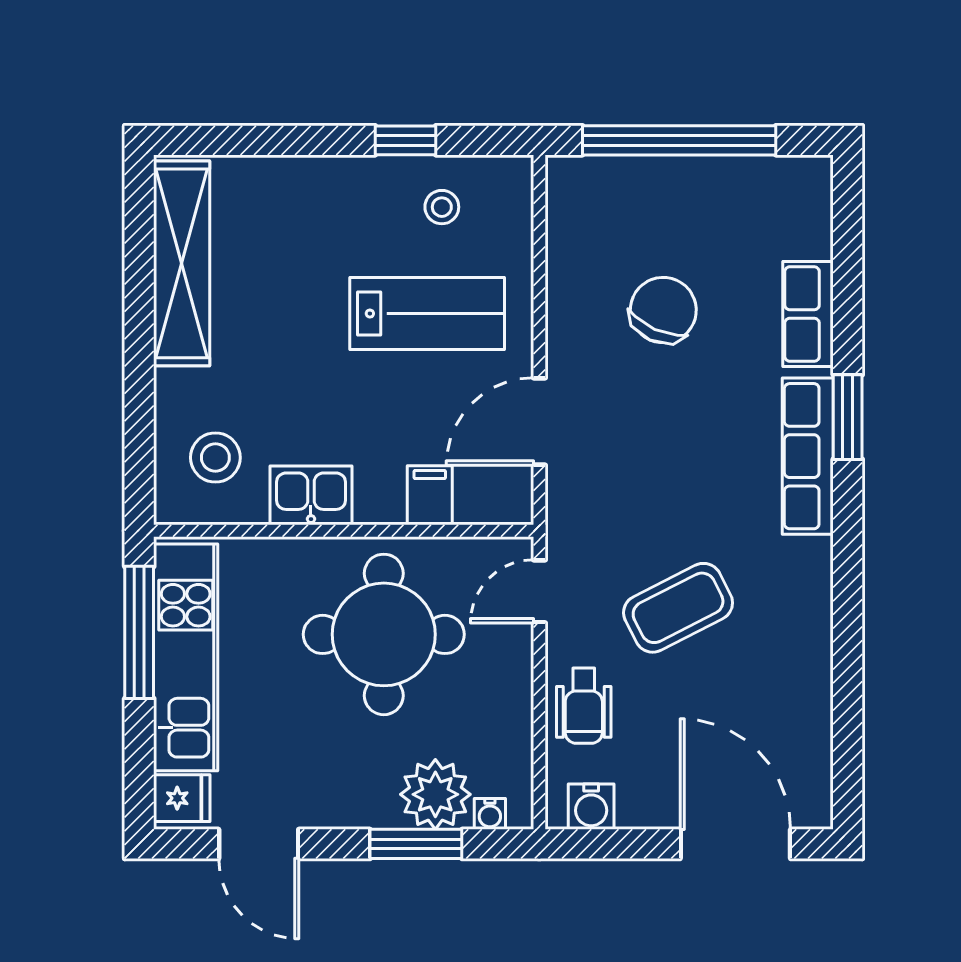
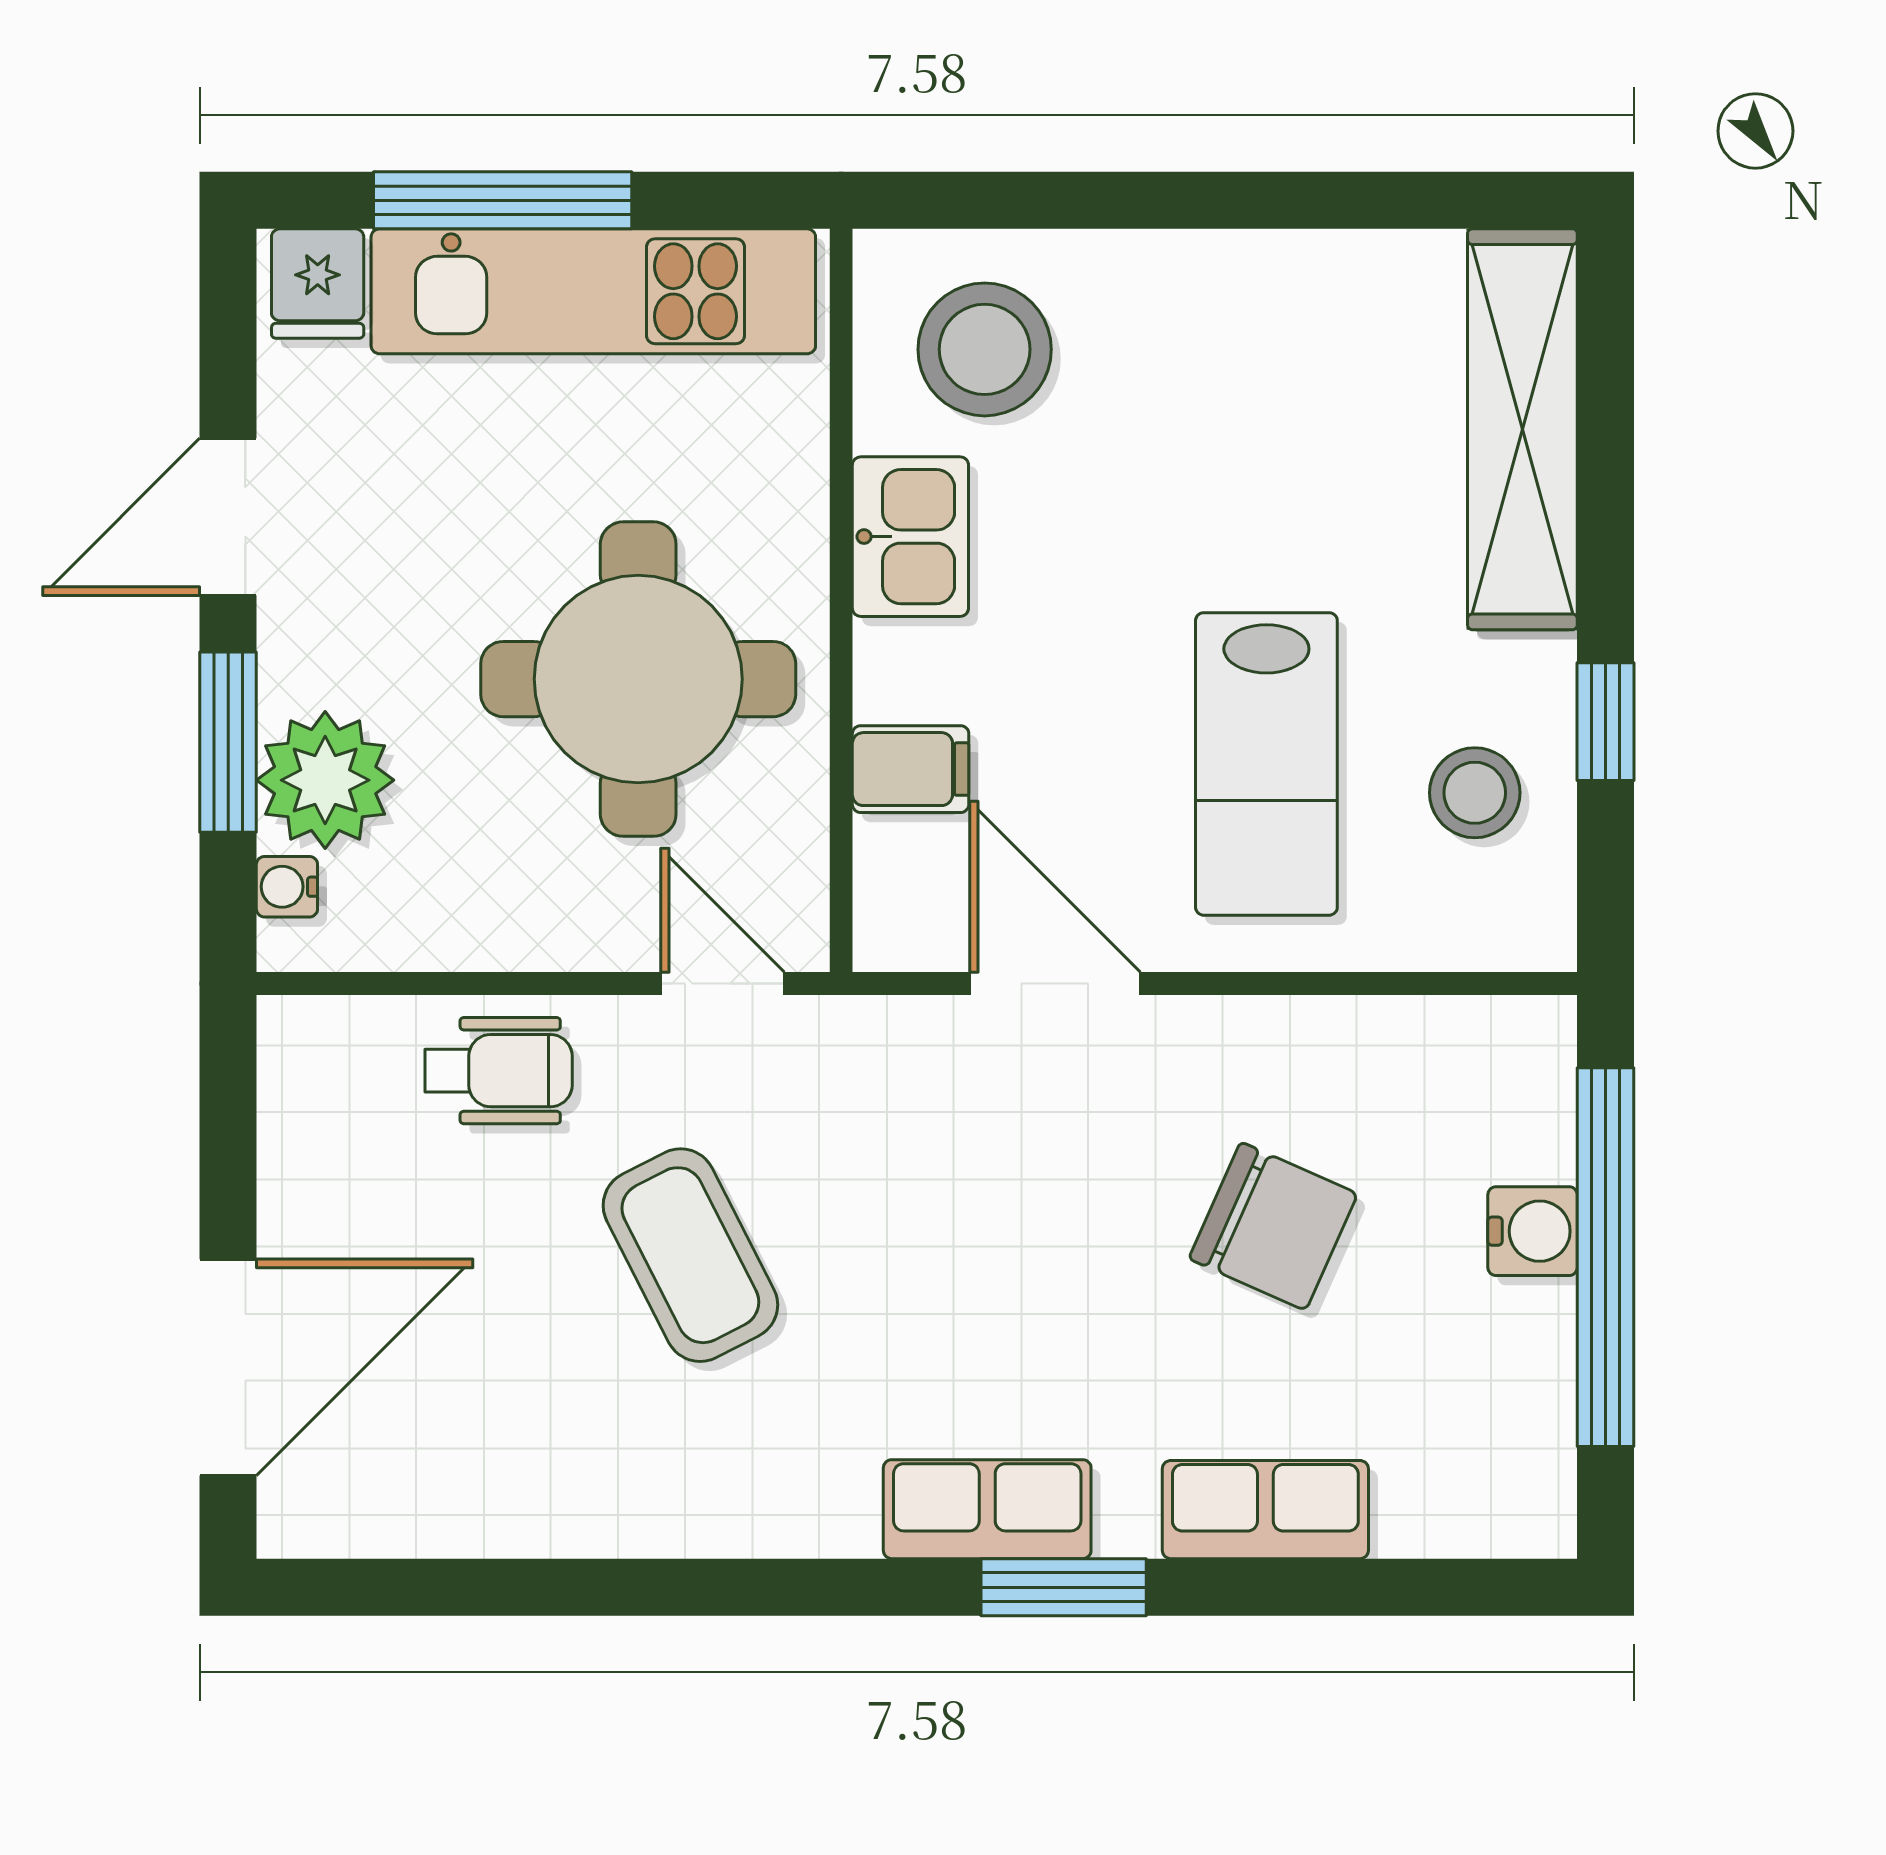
stool: (442, 207) -> (1475, 793), width x1.37, depth x1.37
shelving: (182, 263) -> (1522, 429), moved, turned 90
row of seats: (808, 456) -> (987, 1509), width x0.68
stool: (215, 458) -> (985, 349), width x1.38, depth x1.38
window: (139, 632) -> (503, 200), moved
wheelchair: (584, 706) -> (498, 1071), turned 180
water cooler: (591, 807) -> (1533, 1231), moved, turned 180
door: (259, 844) -> (228, 517), moved

